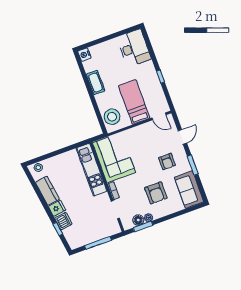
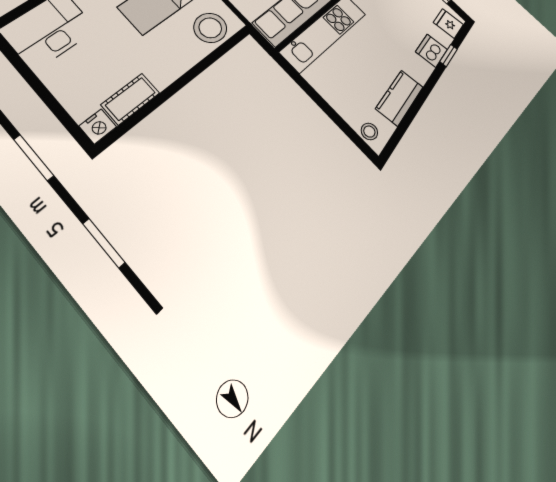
cot: (96, 83) -> (130, 99), moved
fridge: (57, 208) -> (448, 23), moved

